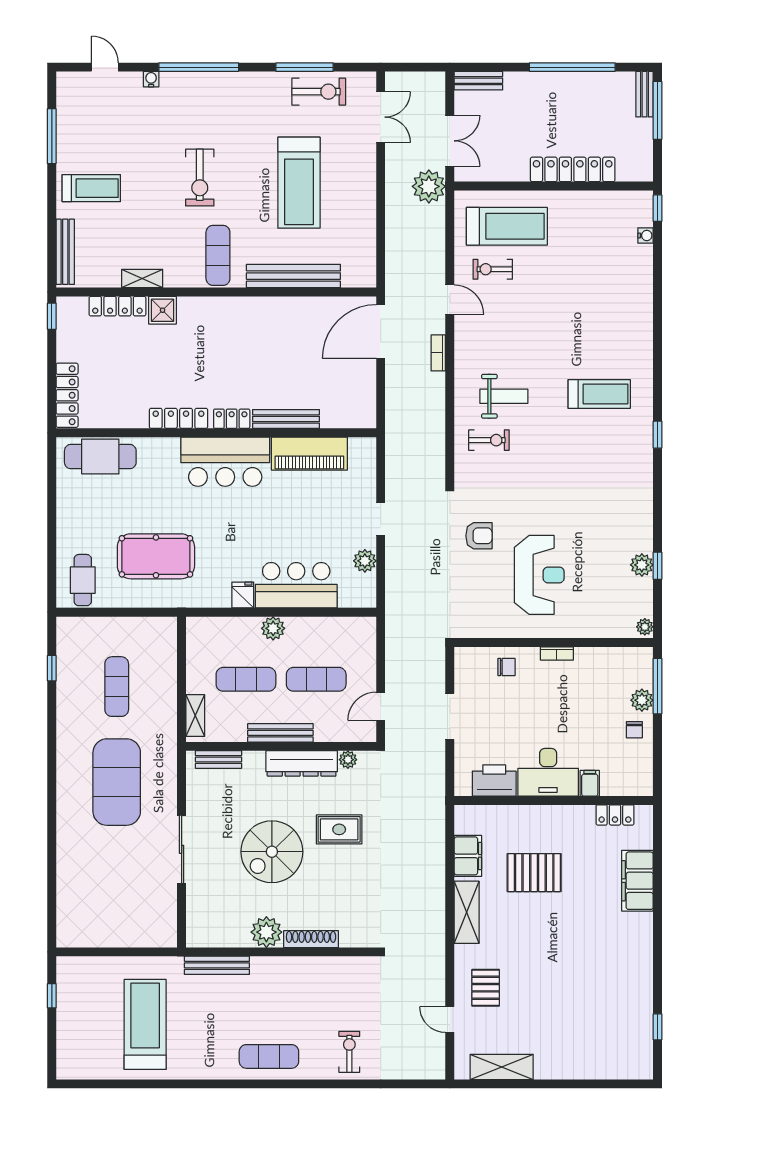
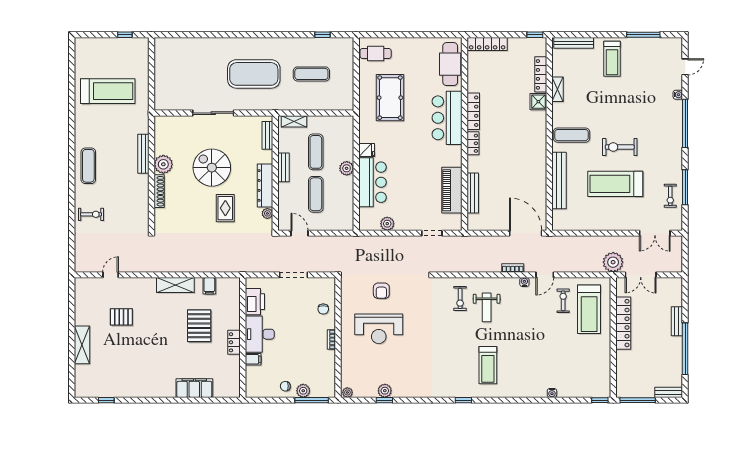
bench: (478, 81) -> (677, 321), moved
exercise bike: (319, 92) -> (670, 196), width x0.73, depth x0.72
window: (657, 110) -> (638, 400), moved
locker: (573, 169) -> (623, 323), moved
exercise bike: (200, 178) -> (620, 147), moved
water cooler: (646, 235) -> (552, 393), moved
water cooler: (462, 334) -> (524, 282), added
bench: (286, 419) -> (473, 193), moved
bar counter: (225, 462) -> (447, 118), moved
doorway: (381, 519) -> (432, 233), moved
armchair: (479, 536) -> (381, 291), moved
bench: (280, 733) -> (283, 167), width x0.73
locker: (615, 815) -> (234, 342), moved
filing cabinet: (468, 856) -> (209, 286), width x0.50
bench: (217, 965) -> (143, 154), moved
pallet: (486, 988) -> (121, 317), moved
shelving: (502, 1067) -> (82, 345), moved

